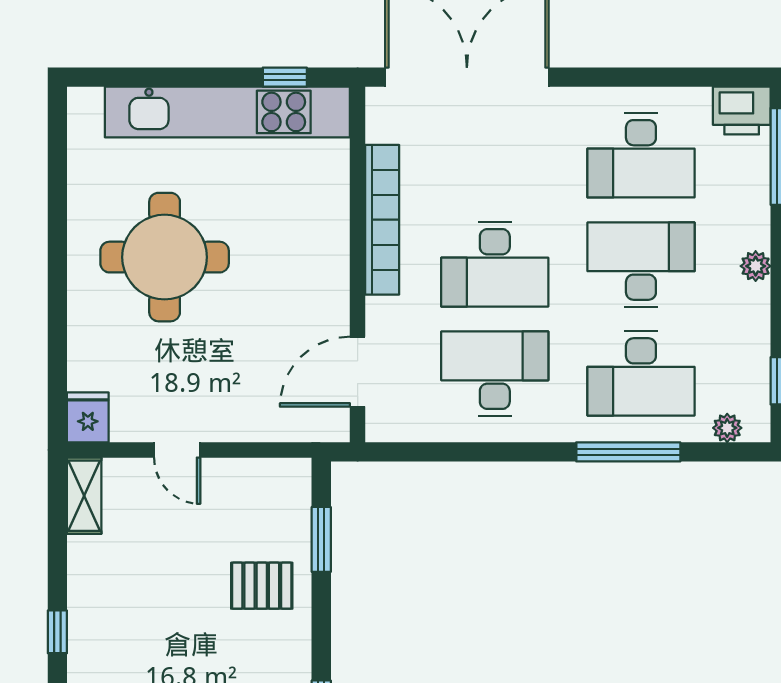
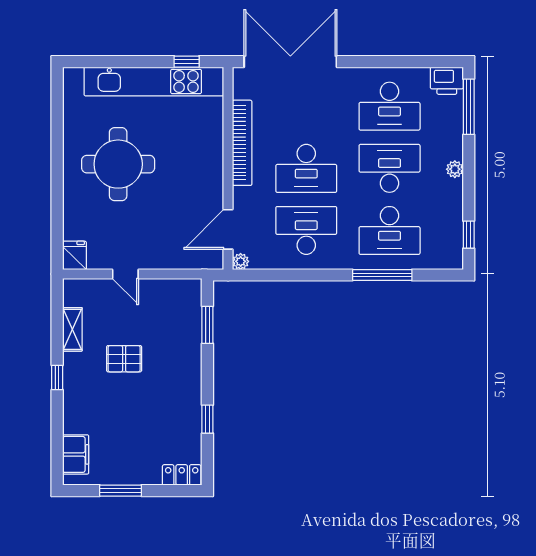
plant: (727, 428) -> (241, 261), moved
shelving: (84, 496) -> (72, 329), moved
pallet: (262, 586) -> (124, 359), moved

